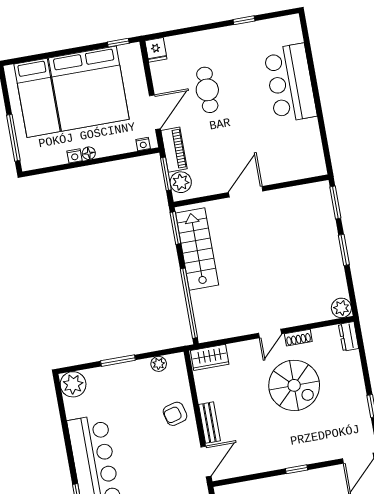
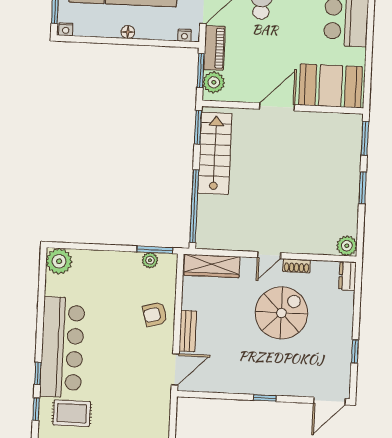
nightstand: (75, 156) -> (66, 29), moved
booth: (292, 160) -> (331, 86), added
wardrobe: (210, 357) -> (212, 266), width x1.50
window: (118, 361) -> (155, 250), moved
spiral stairs: (294, 385) -> (281, 313), turned -90

